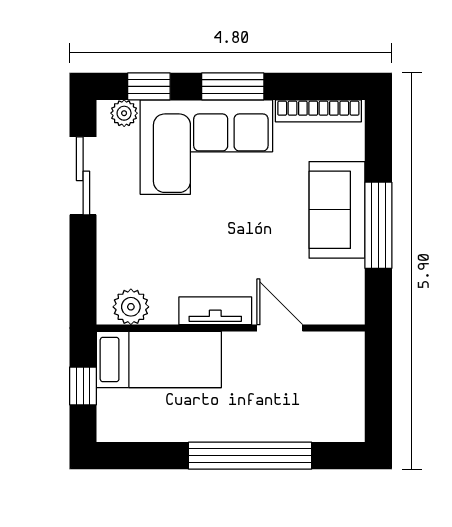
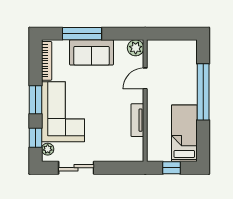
window: (378, 225) -> (82, 34), moved
plant: (131, 307) -> (136, 48), moved
tv unit: (215, 311) -> (137, 120), moved
bed: (159, 359) -> (184, 133), moved

